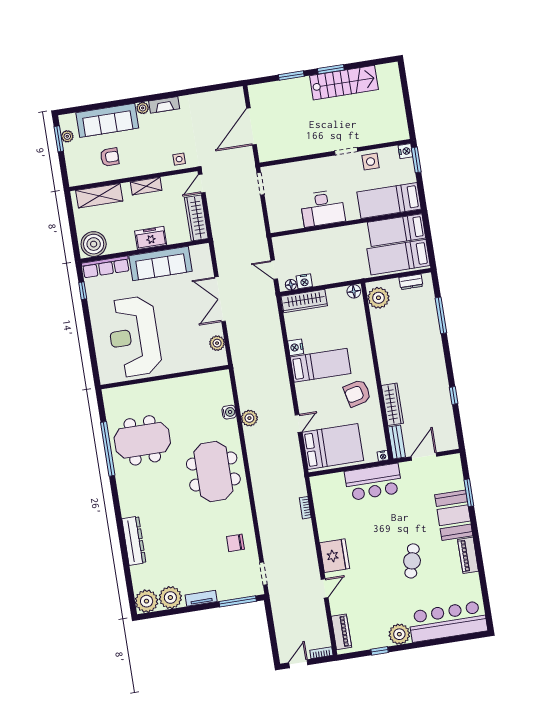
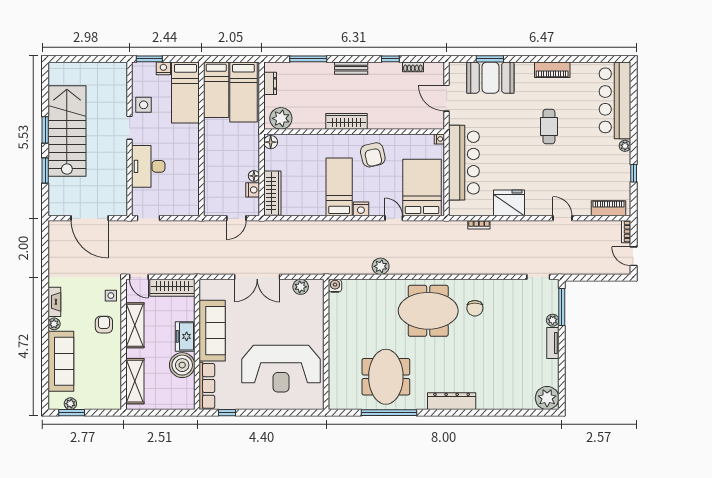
stairs: (344, 83) -> (67, 131), width x1.36, depth x1.51
nightstand: (405, 151) -> (163, 68), moved
armchair: (110, 157) -> (104, 325), moved
shelving: (146, 186) -> (135, 325), width x1.50, depth x1.33
desk: (323, 208) -> (148, 166), moved, turned 180
boiler: (94, 244) -> (182, 365), moved
floor lamp: (291, 285) -> (254, 176), moved
nightstand: (296, 347) -> (361, 209), moved
wardrobe: (392, 404) -> (347, 121), moved
water cooler: (229, 412) -> (335, 286), moved
shoe rack: (449, 419) -> (413, 67), added
bench: (397, 442) -> (351, 68), moved
bar counter: (373, 482) -> (464, 163), width x1.36
booth: (454, 515) -> (490, 78), moved
dresser: (134, 541) -> (452, 401), moved
chair: (235, 543) -> (475, 308), moved
fridge: (335, 556) -> (509, 203), moved
cafe table: (412, 561) -> (549, 127), turned 75
plant: (170, 598) -> (553, 320), moved, width x0.53, depth x0.53
plant: (399, 634) -> (625, 146), width x0.53, depth x0.53

